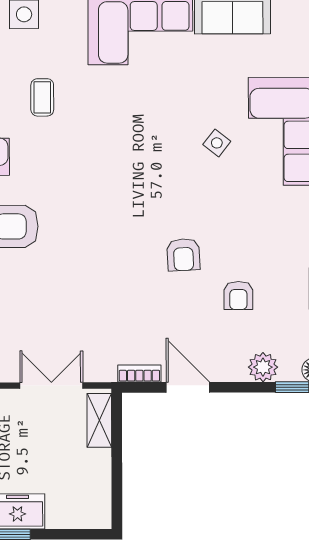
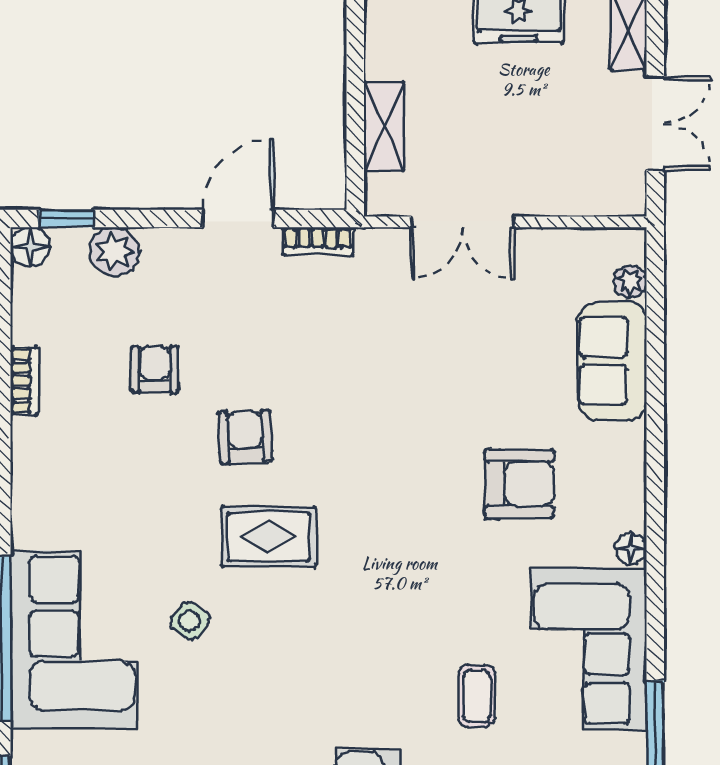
rug: (169, 194) -> (269, 537), added
door: (188, 387) -> (238, 218), swing flipped
shelving: (99, 420) -> (384, 126), moved

